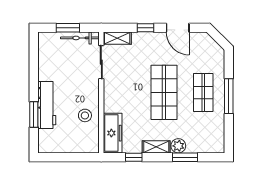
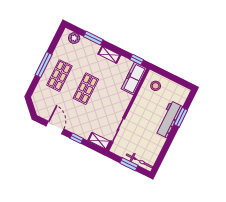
bicycle: (80, 38) -> (139, 161), moved
shop shelf: (164, 92) -> (86, 89), width x0.70, depth x0.74
stool: (85, 115) -> (156, 86), moved
plant: (178, 146) -> (74, 38), moved
window: (134, 157) -> (137, 60), moved

